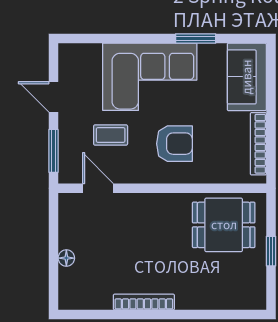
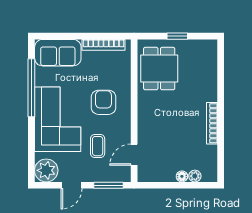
window: (196, 39) -> (31, 88), width x2.11
plant: (75, 60) -> (46, 170), added
plant: (67, 277) -> (195, 176), added

